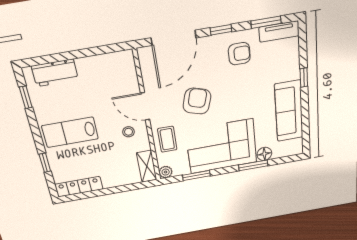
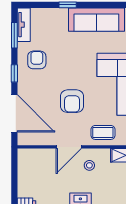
armchair: (197, 101) -> (72, 101), turned -107

